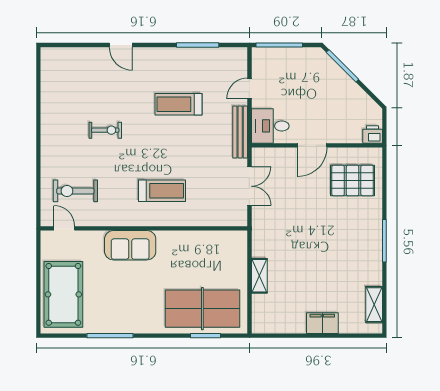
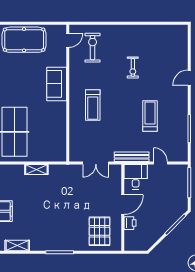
printer: (373, 134) -> (130, 223), moved
door: (312, 145) -> (123, 205), swing flipped

